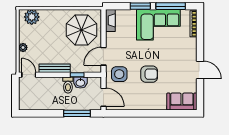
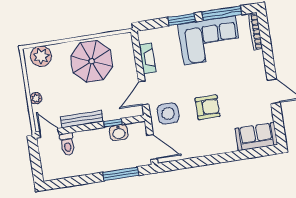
fireplace: (110, 20) -> (147, 58), moved
parasol: (82, 30) -> (92, 61), moved
toilet: (68, 85) -> (67, 144), moved

